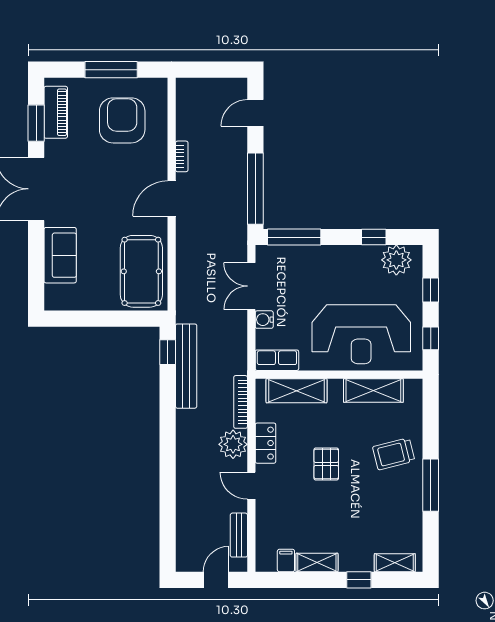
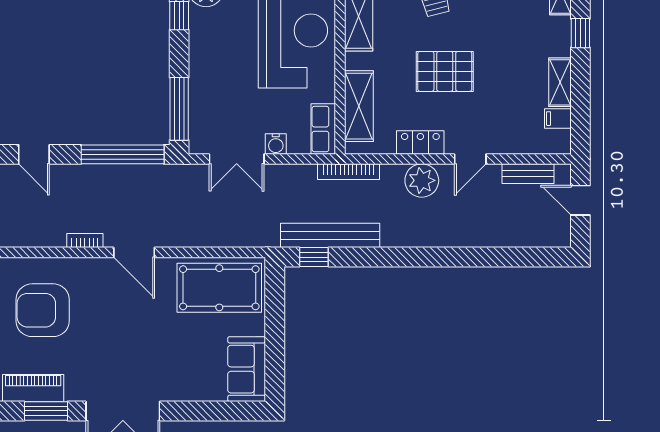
sofa: (60, 255) -> (247, 369), moved, turned -90
bookcase: (241, 402) -> (349, 172), moved
pallet: (326, 464) -> (445, 71), width x1.50, depth x1.42

